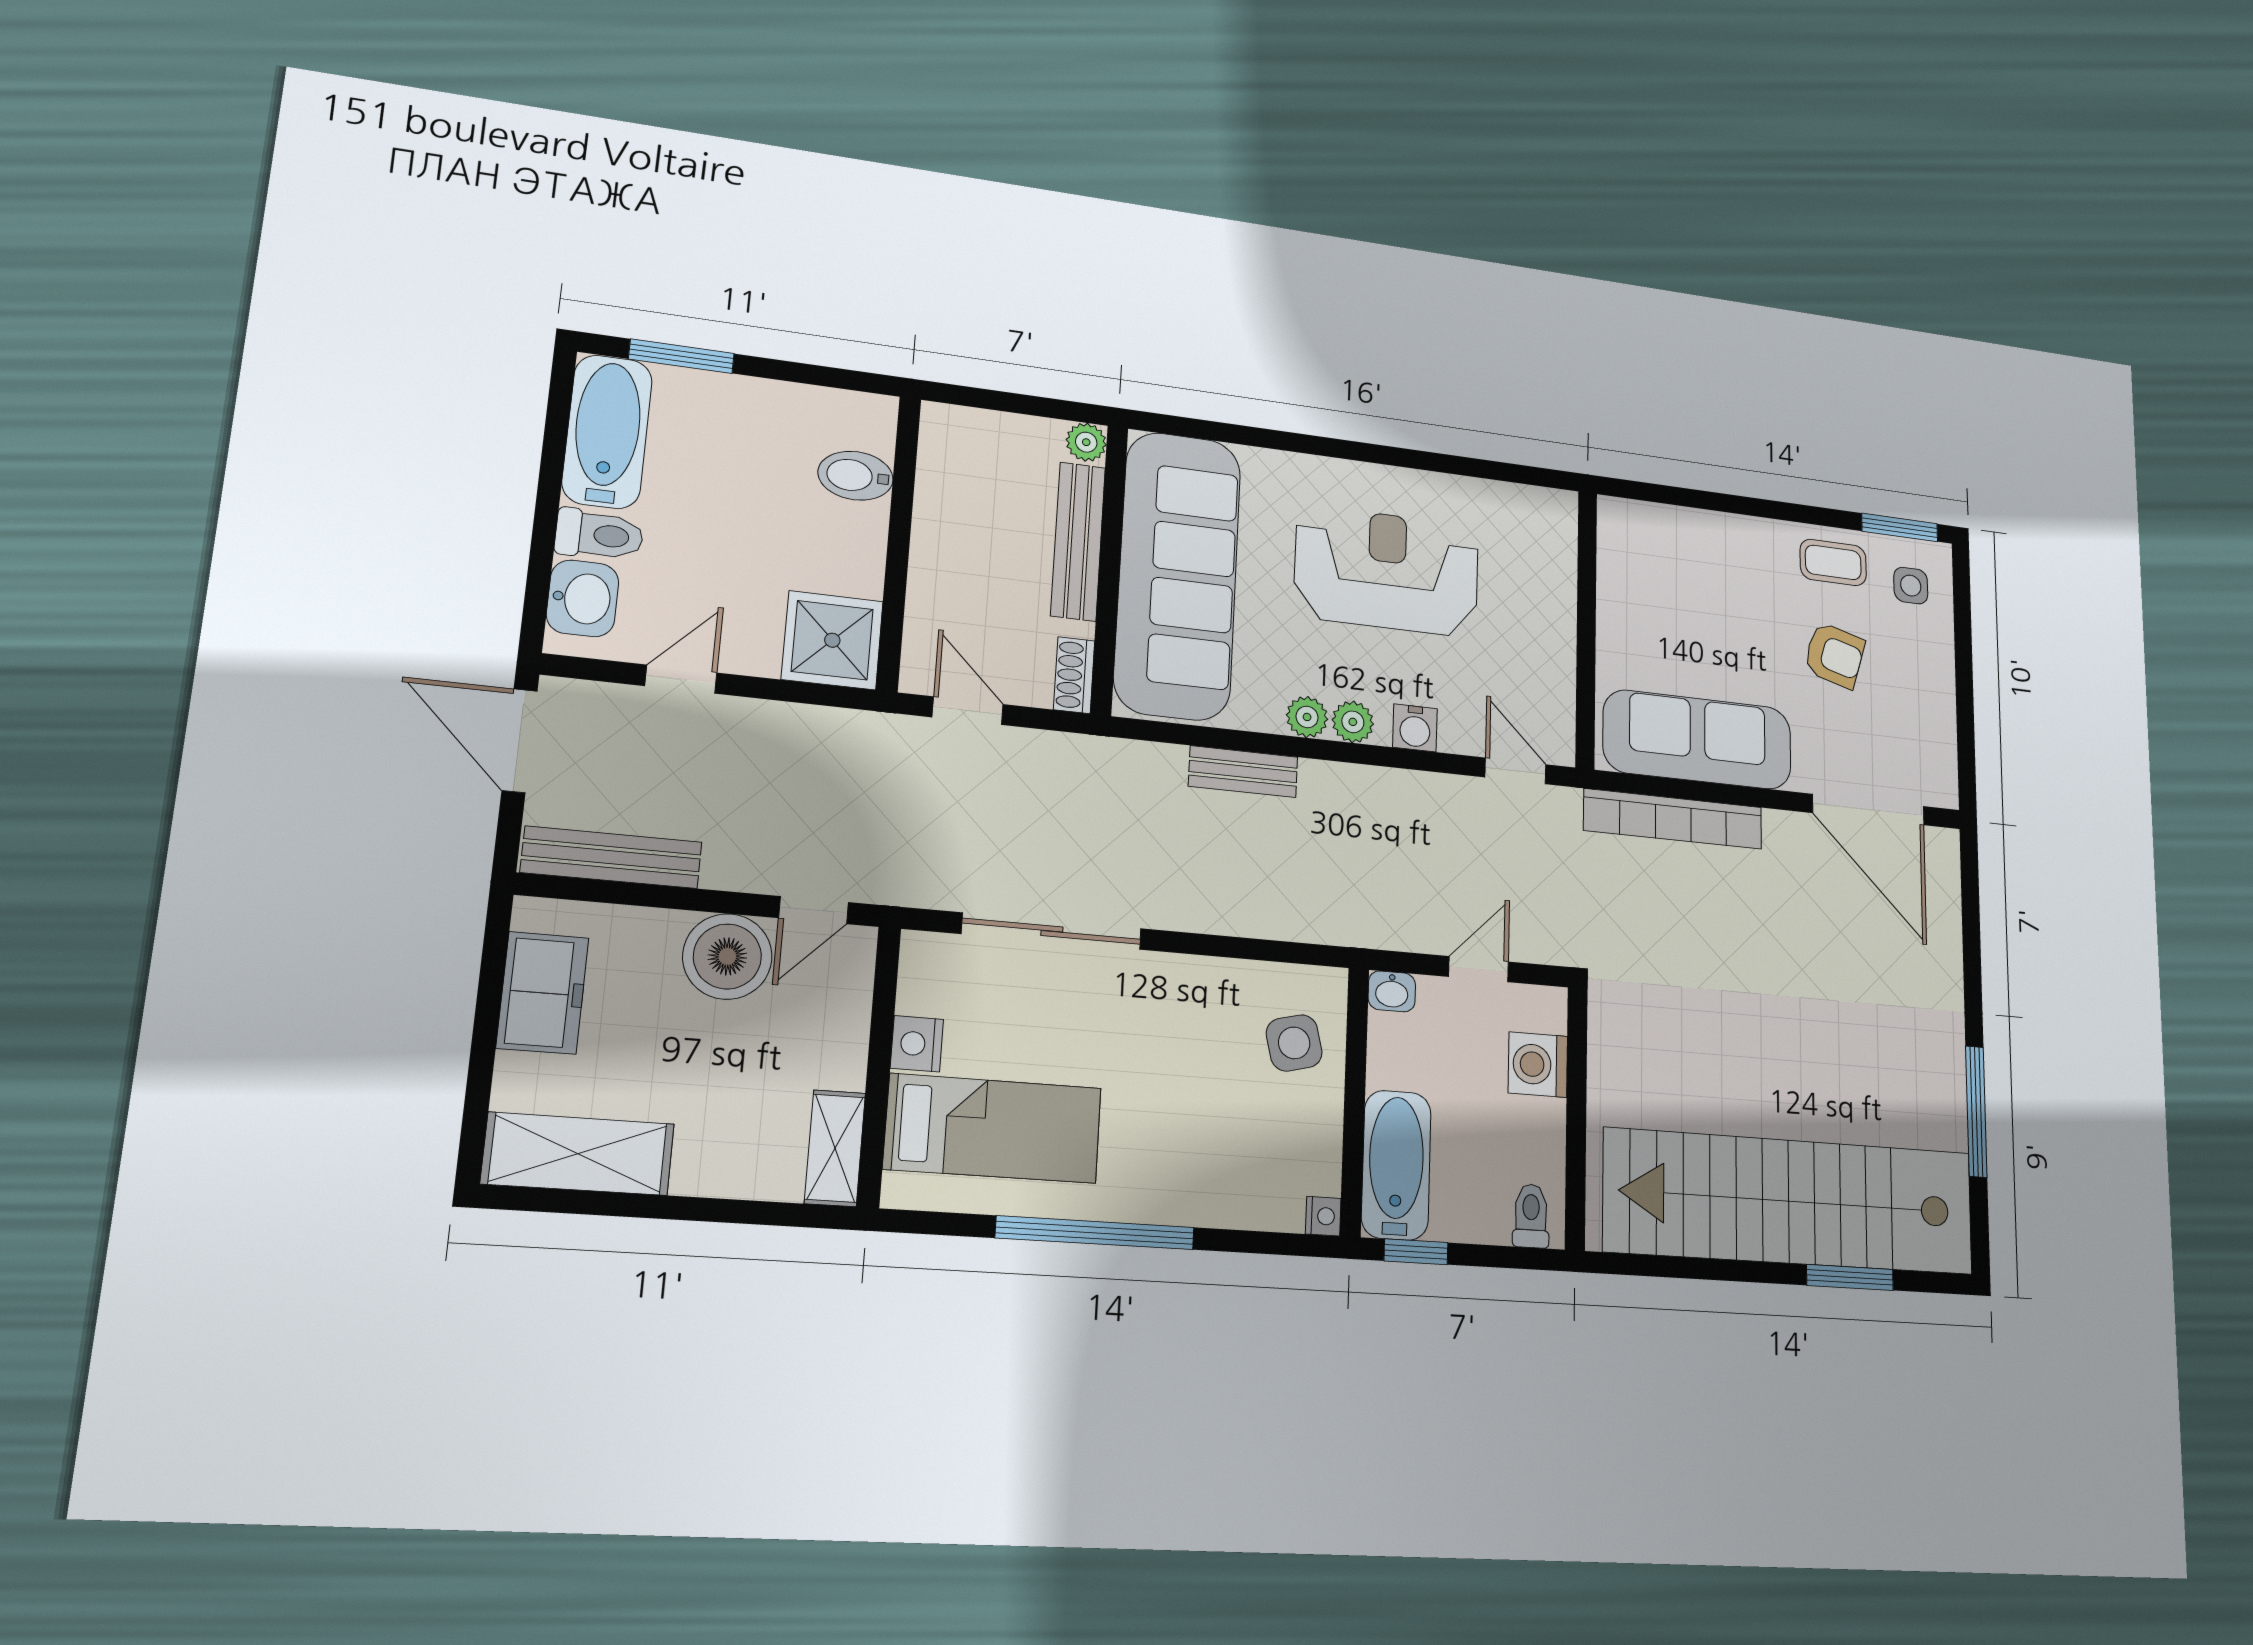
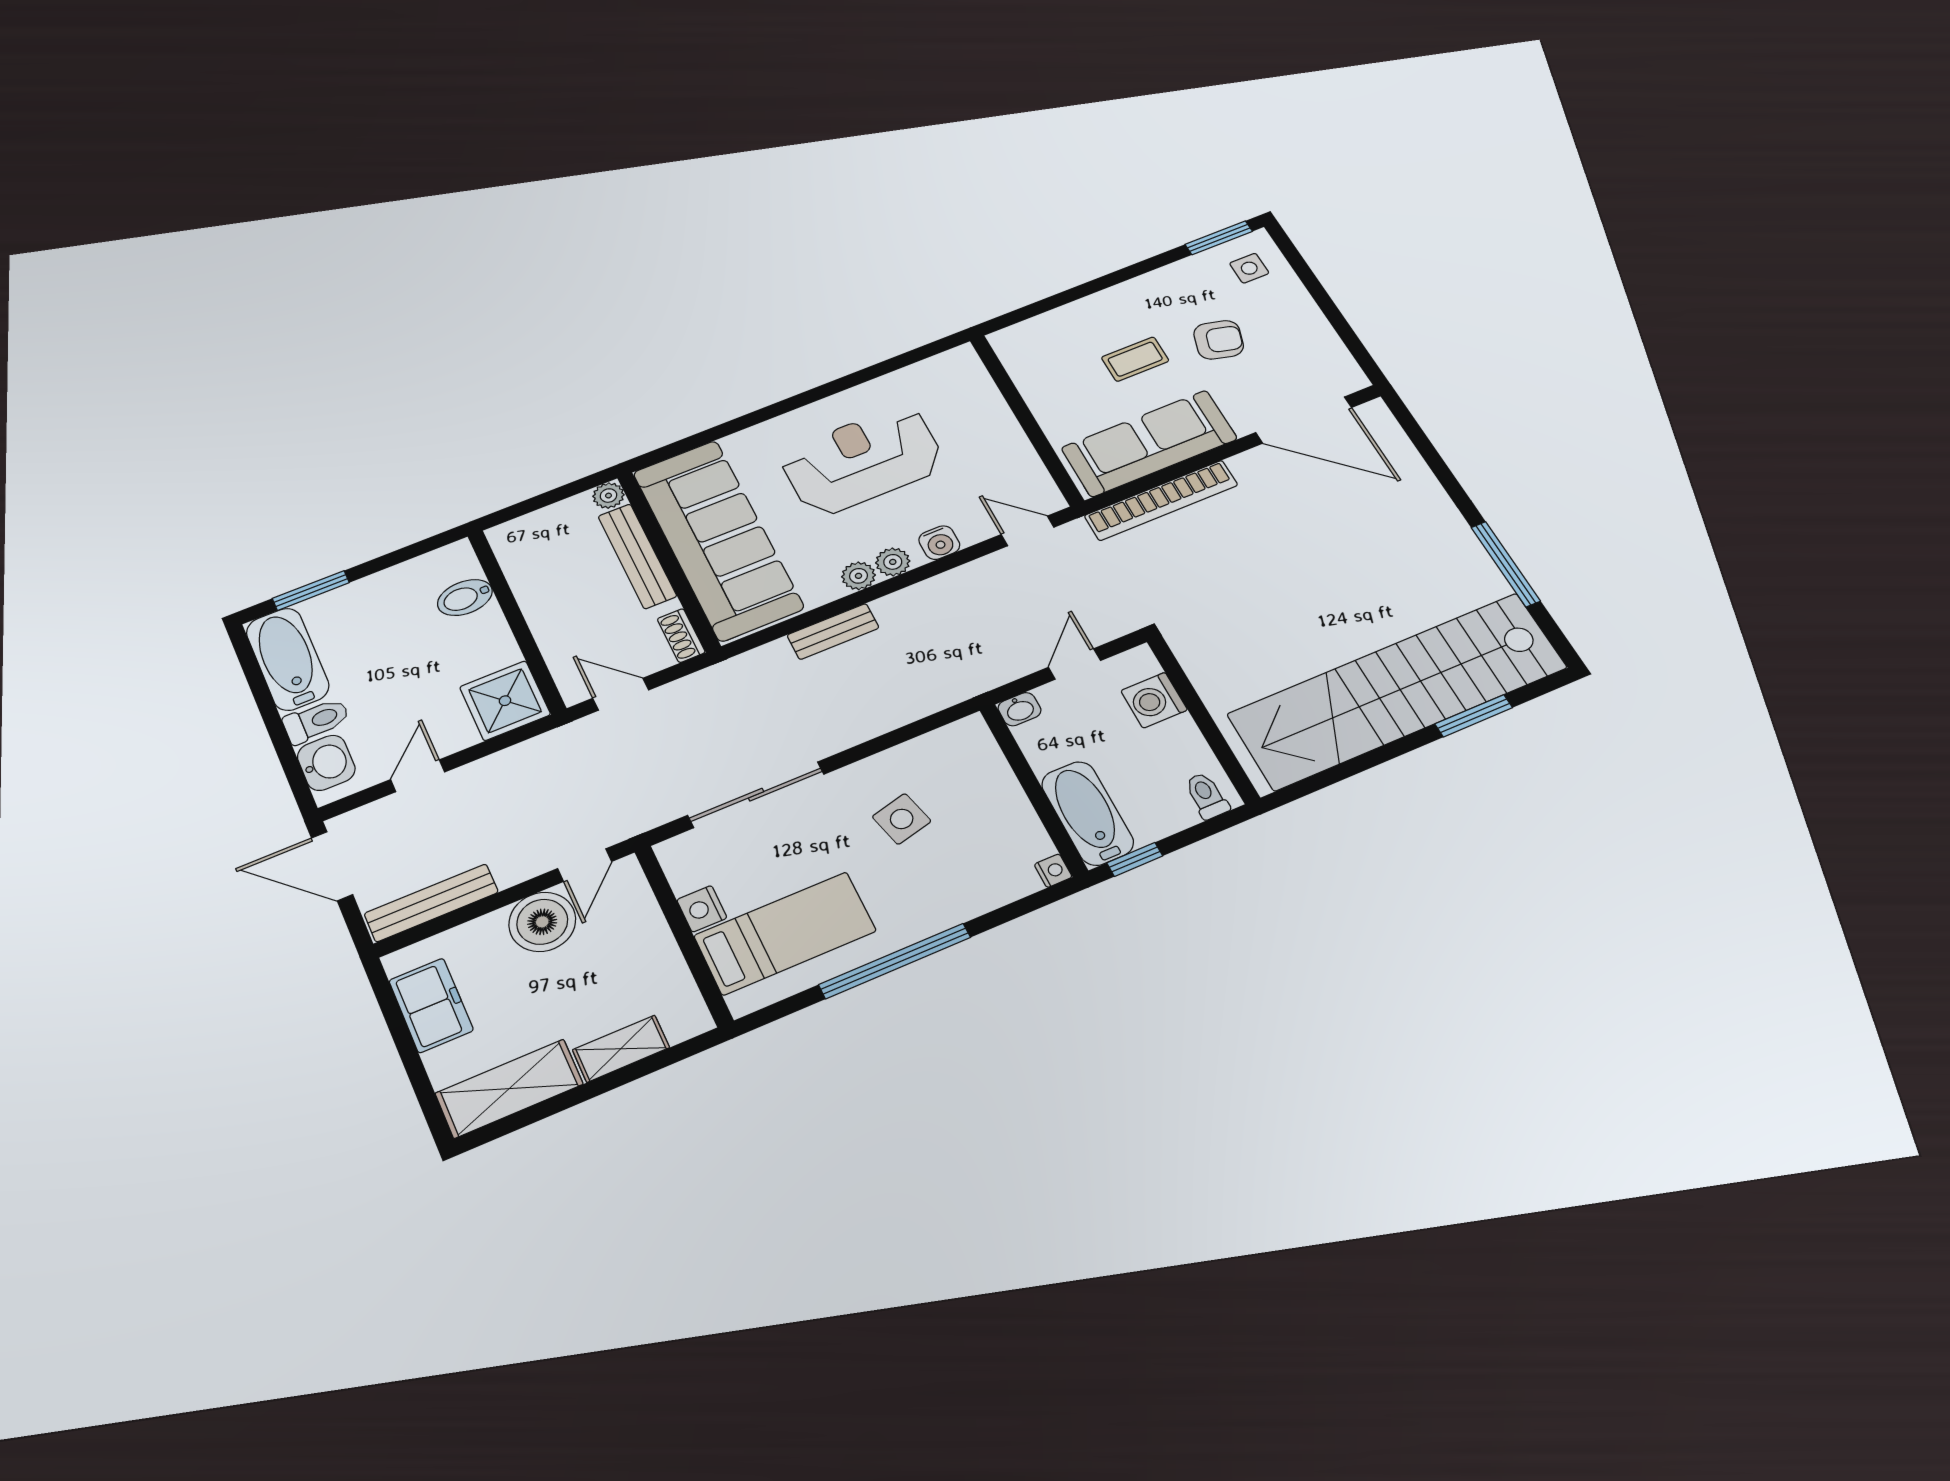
coffee table: (1833, 562) -> (1135, 359), moved
side table: (1294, 1043) -> (902, 819), moved
shelving: (835, 1148) -> (621, 1049), moved, turned 90

